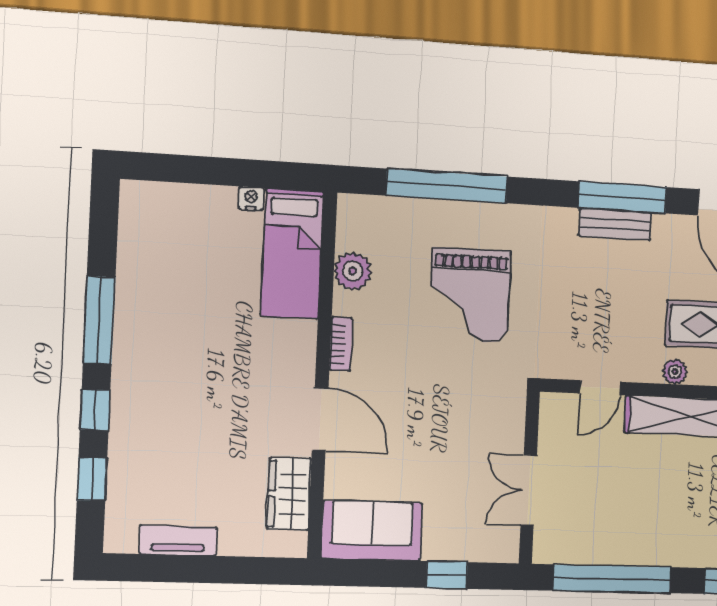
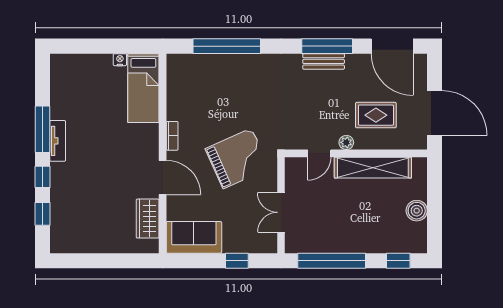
plant: (353, 271) -> (177, 96), removed
grand piano: (470, 295) -> (237, 158), moved, turned -114
plant: (675, 372) -> (346, 142), moved
tv unit: (178, 541) -> (58, 141), moved, turned 90

